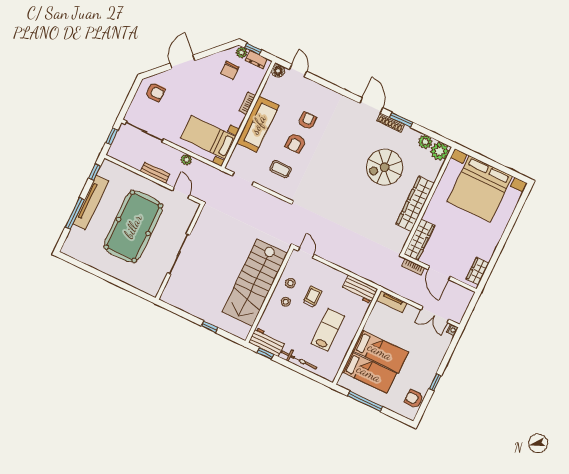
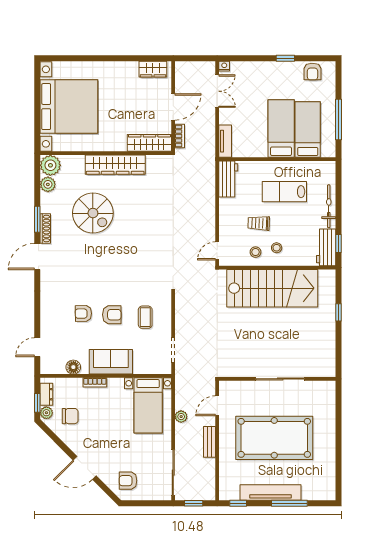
floor lamp: (278, 71) -> (73, 367), moved
armchair: (155, 92) -> (128, 481), turned -90
sofa: (258, 124) -> (111, 362), width x0.73

